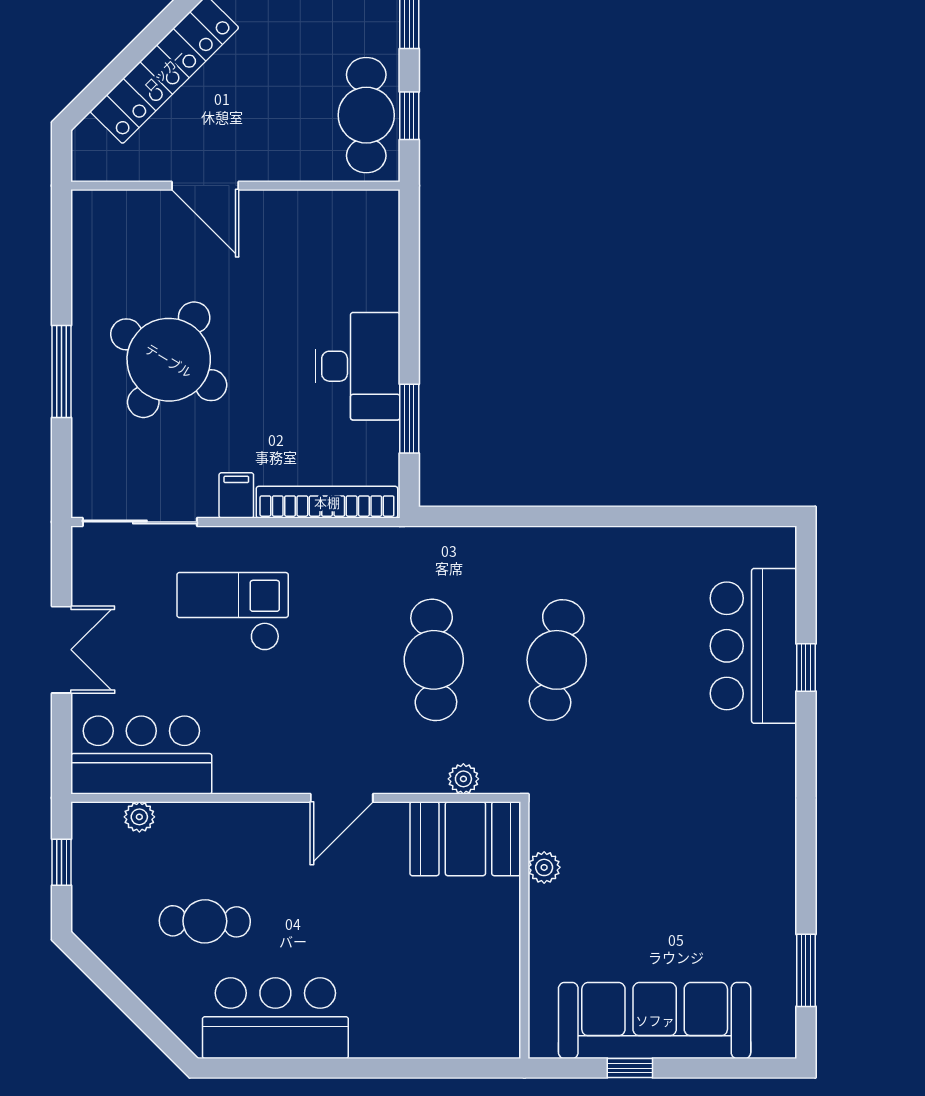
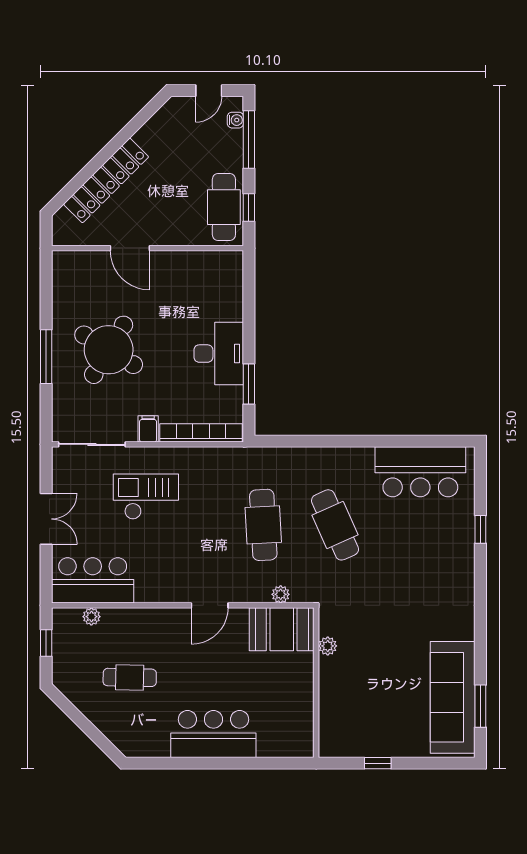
bar counter: (753, 646) -> (420, 472), moved, turned -90
cafe table: (557, 660) -> (335, 525), turned -33
bar counter: (275, 1018) -> (213, 734), moved
sofa: (655, 1020) -> (453, 697), moved, turned -90

